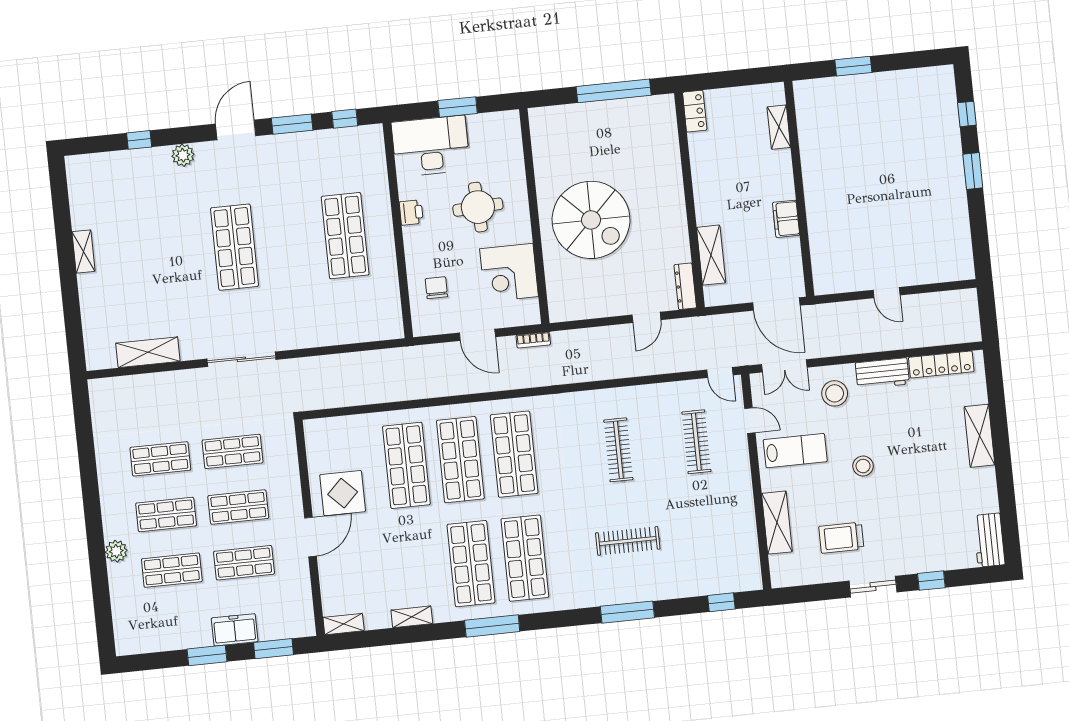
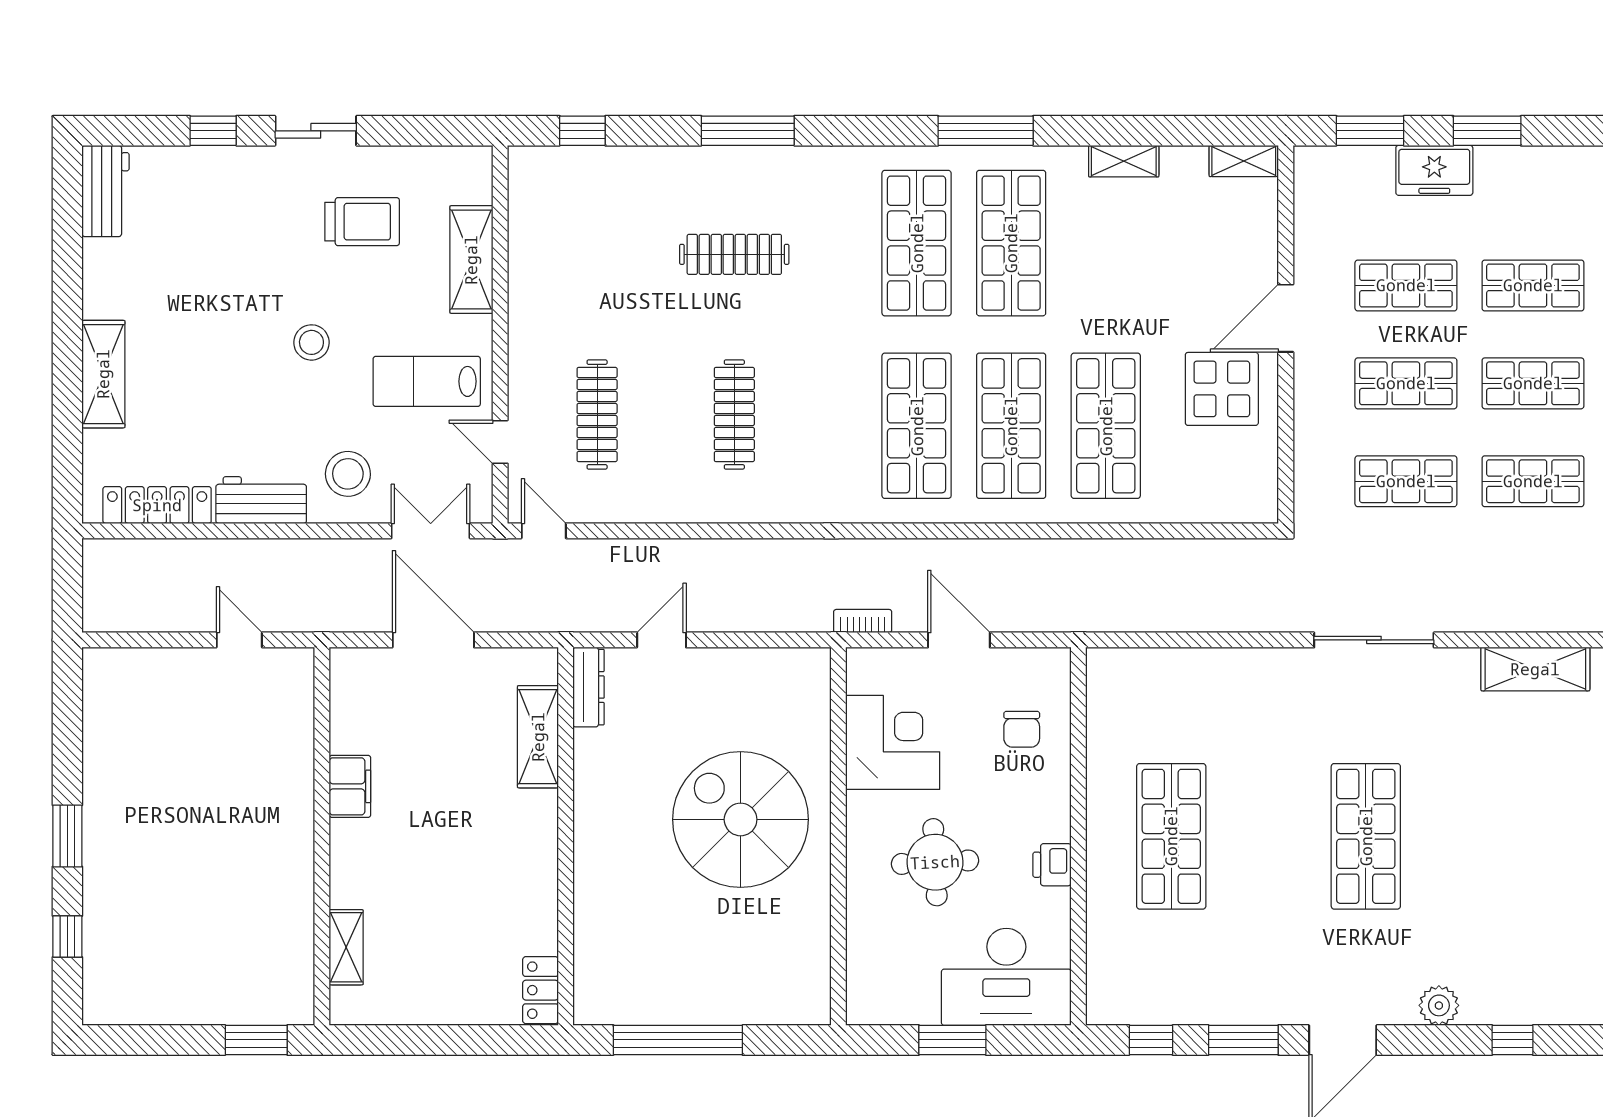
shelving: (779, 127) -> (346, 947), moved
wall: (799, 189) -> (322, 836), moved
filing cabinet: (786, 219) -> (350, 786), moved

